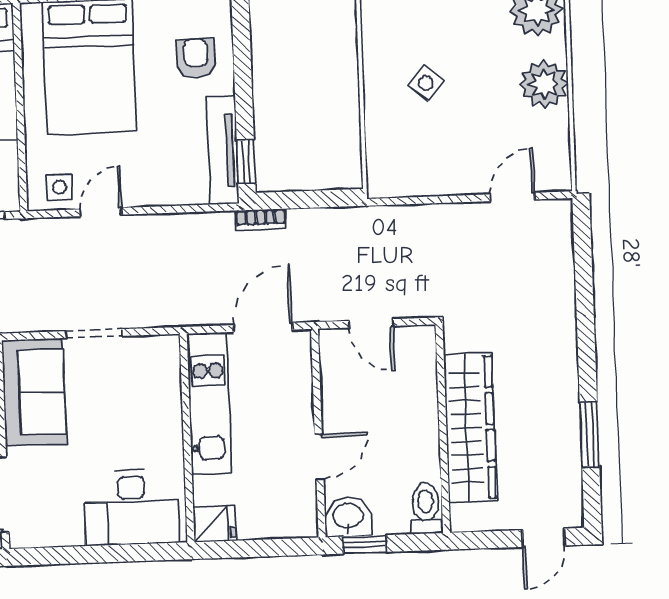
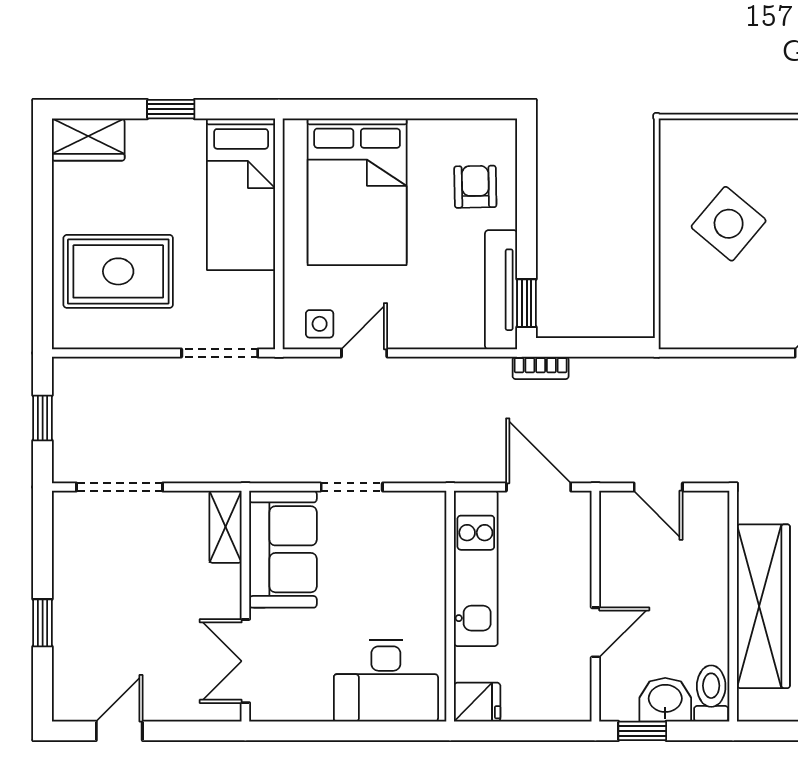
side table: (426, 83) -> (729, 224), width x1.87, depth x1.87
door: (263, 327) -> (539, 487), hinge flipped
washbasin: (348, 517) -> (665, 700), moved

